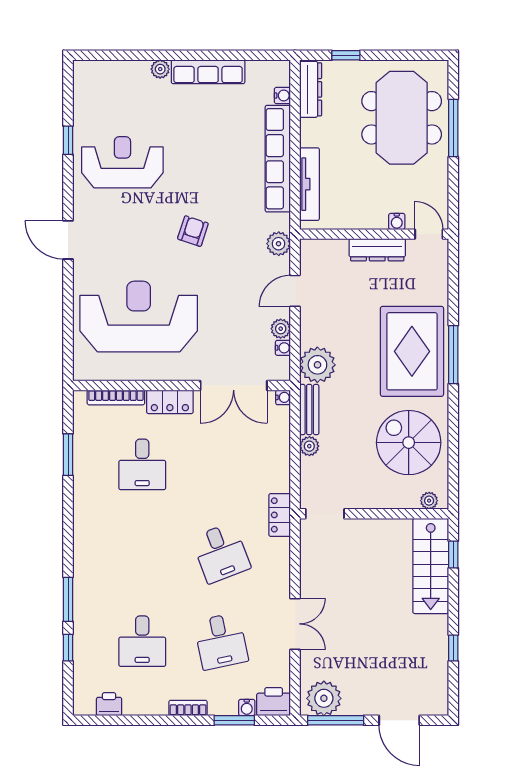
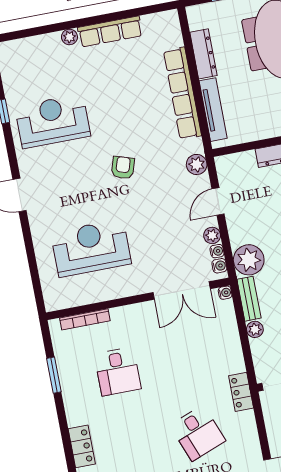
dresser: (311, 89) -> (203, 54), moved
water cooler: (282, 96) -> (219, 266), moved
reception desk: (139, 317) -> (91, 248), width x0.74, depth x0.77
locker: (170, 402) -> (82, 446), moved, turned -90

